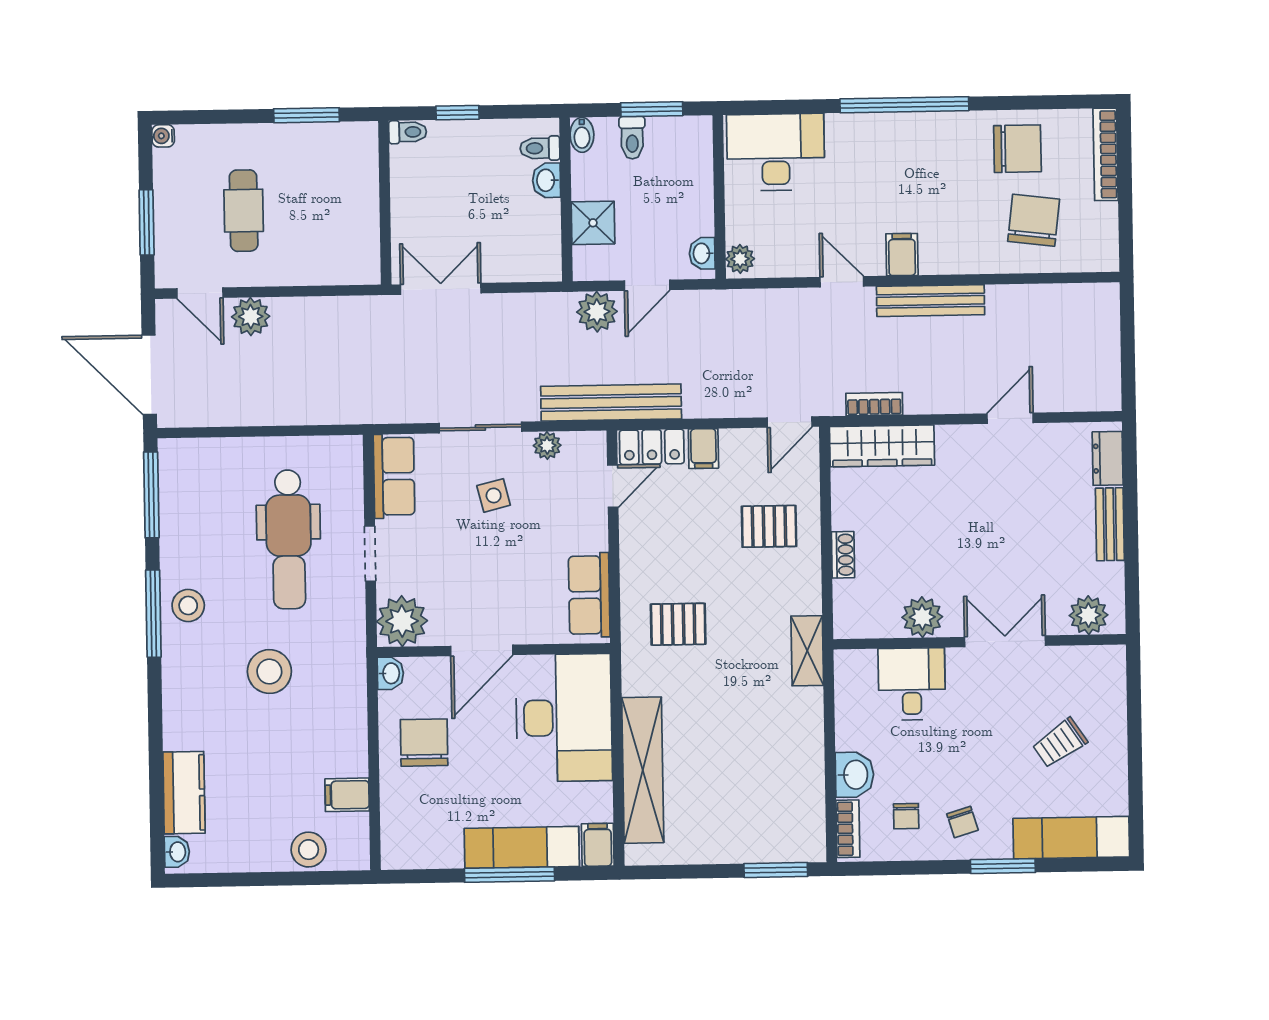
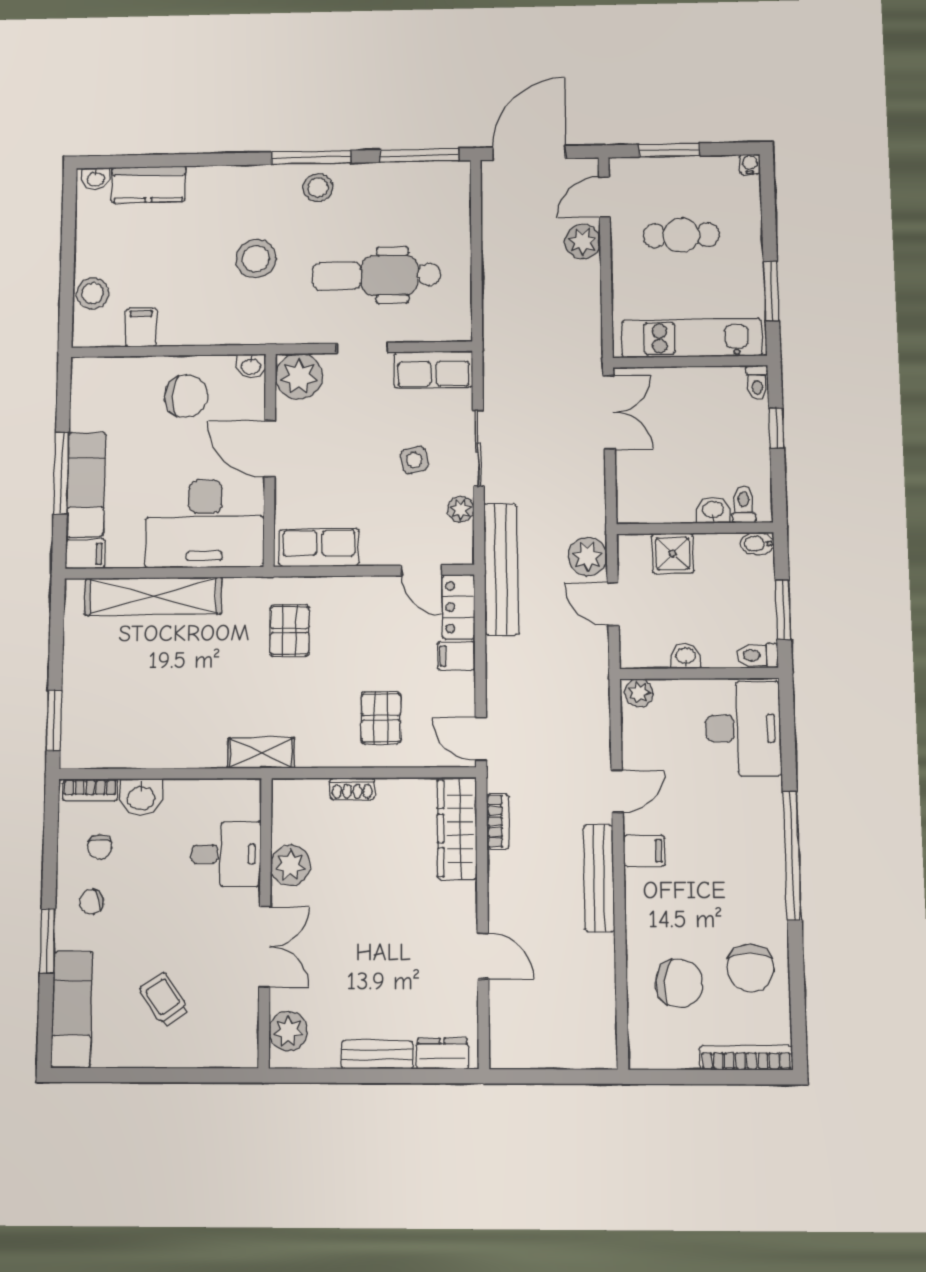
toilet: (632, 138) -> (757, 655), moved
kitchen unit: (359, 201) -> (692, 338), added
washbasin: (702, 253) -> (686, 656), moved
chair: (906, 816) -> (100, 847), turned -90

